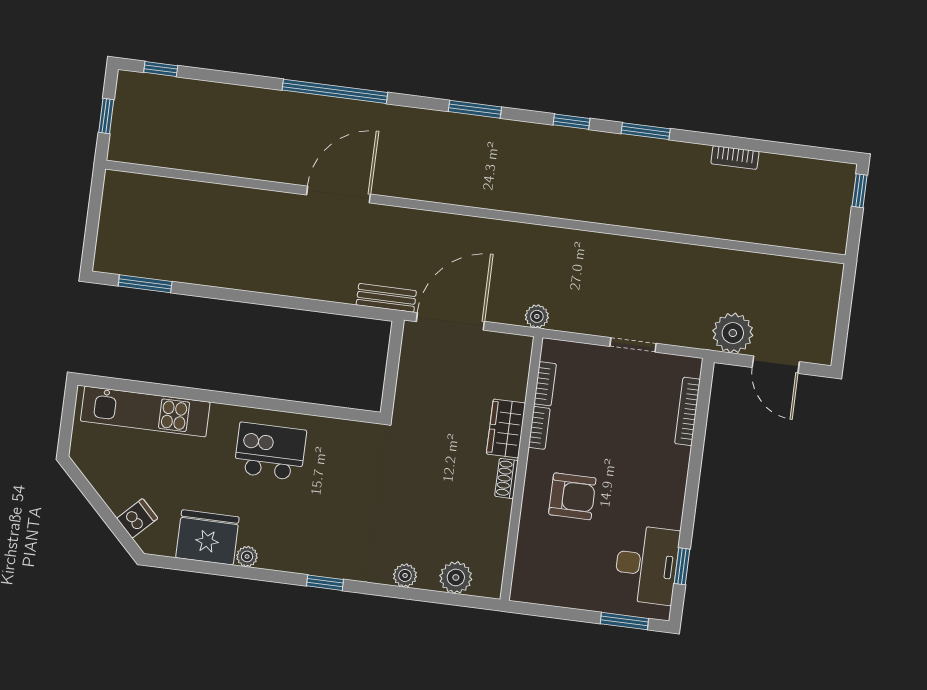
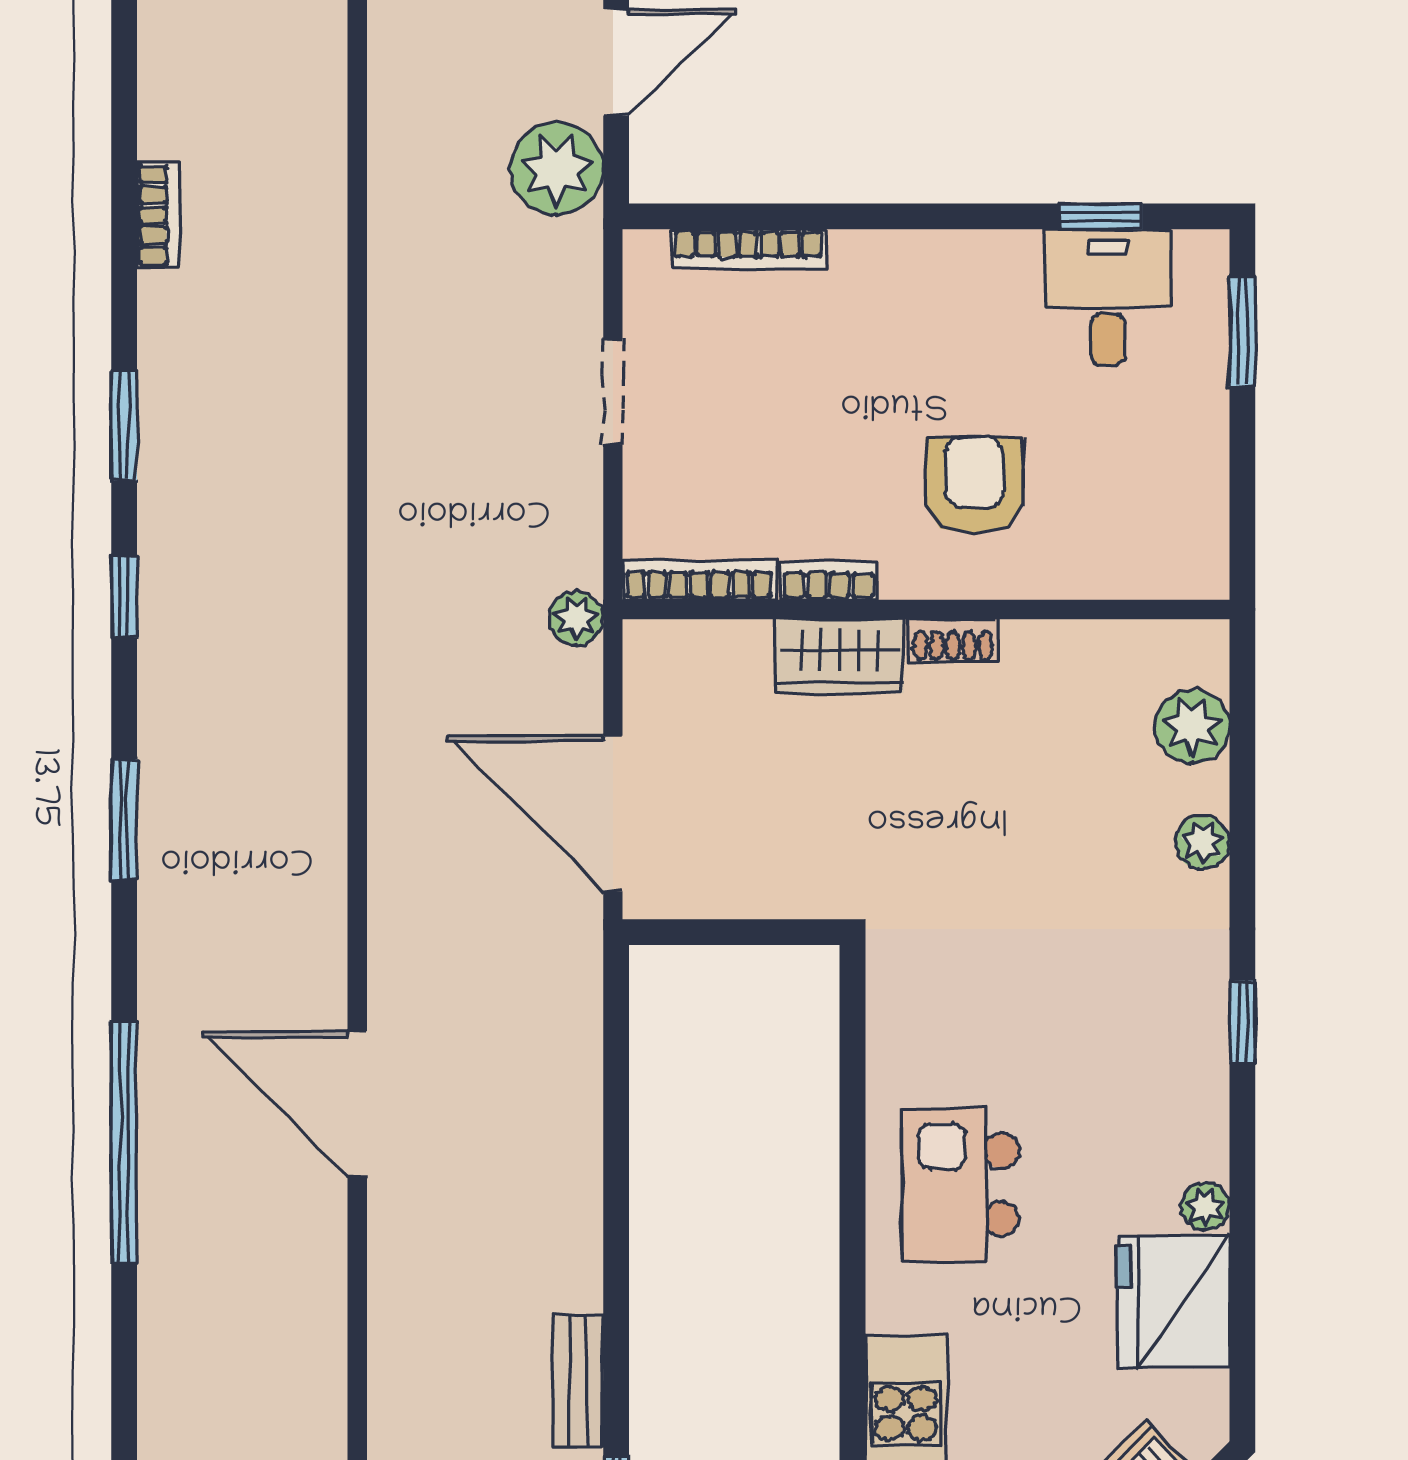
bench: (386, 298) -> (578, 1381), moved
bookcase: (545, 384) -> (699, 580), width x1.56
desk: (647, 565) -> (1108, 297), width x0.73

